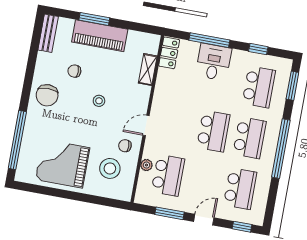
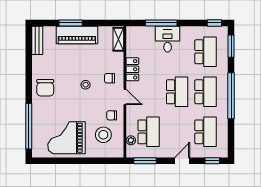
window: (258, 49) -> (214, 23), moved
locker: (169, 53) -> (132, 69), moved
shelving: (148, 70) -> (118, 39), moved
chair: (74, 71) -> (109, 78), moved
door: (146, 125) -> (125, 97), swing flipped
plant: (146, 165) -> (131, 140), moved
window: (170, 213) -> (145, 161), moved

